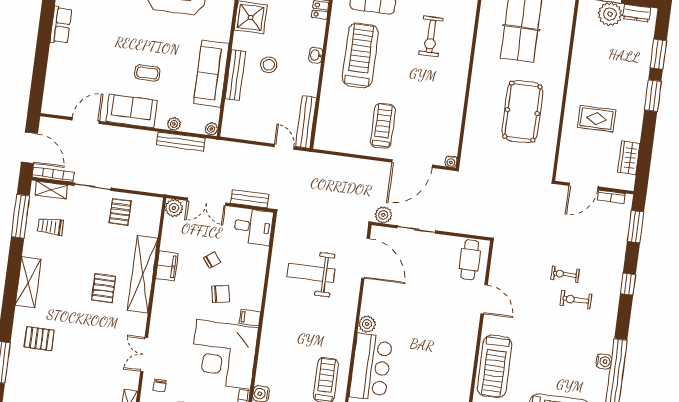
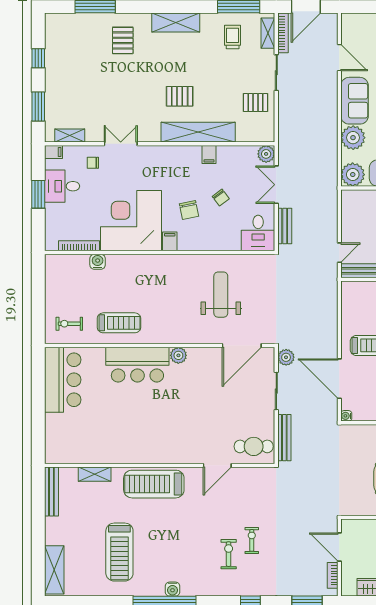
plant: (174, 124) -> (353, 138), width x1.88, depth x1.88
plant: (211, 129) -> (353, 175), width x1.88, depth x1.88
bench: (181, 141) -> (284, 438), moved
filing cabinet: (167, 266) -> (209, 155), width x0.50

